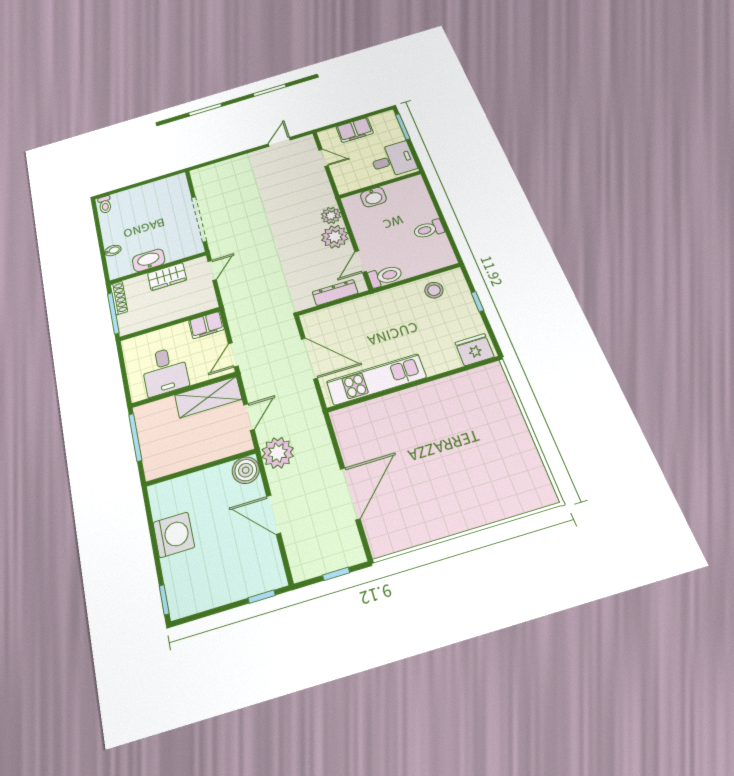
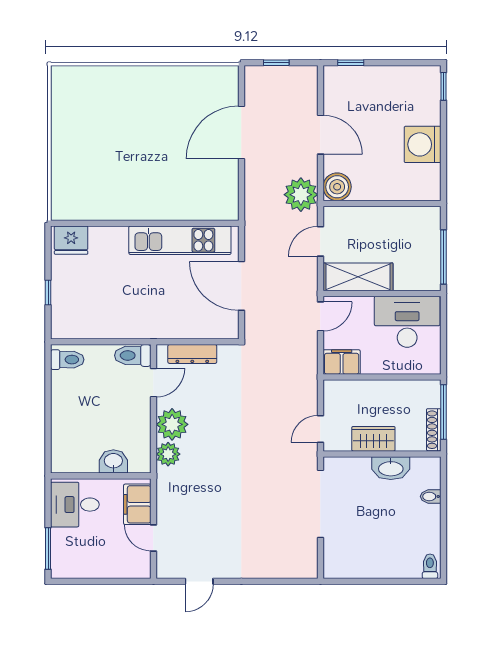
filing cabinet: (355, 130) -> (137, 504), moved, turned -90
toilet: (429, 229) -> (67, 360), moved
stool: (434, 290) -> (88, 321), removed
desk: (165, 371) -> (407, 322), width x1.37

